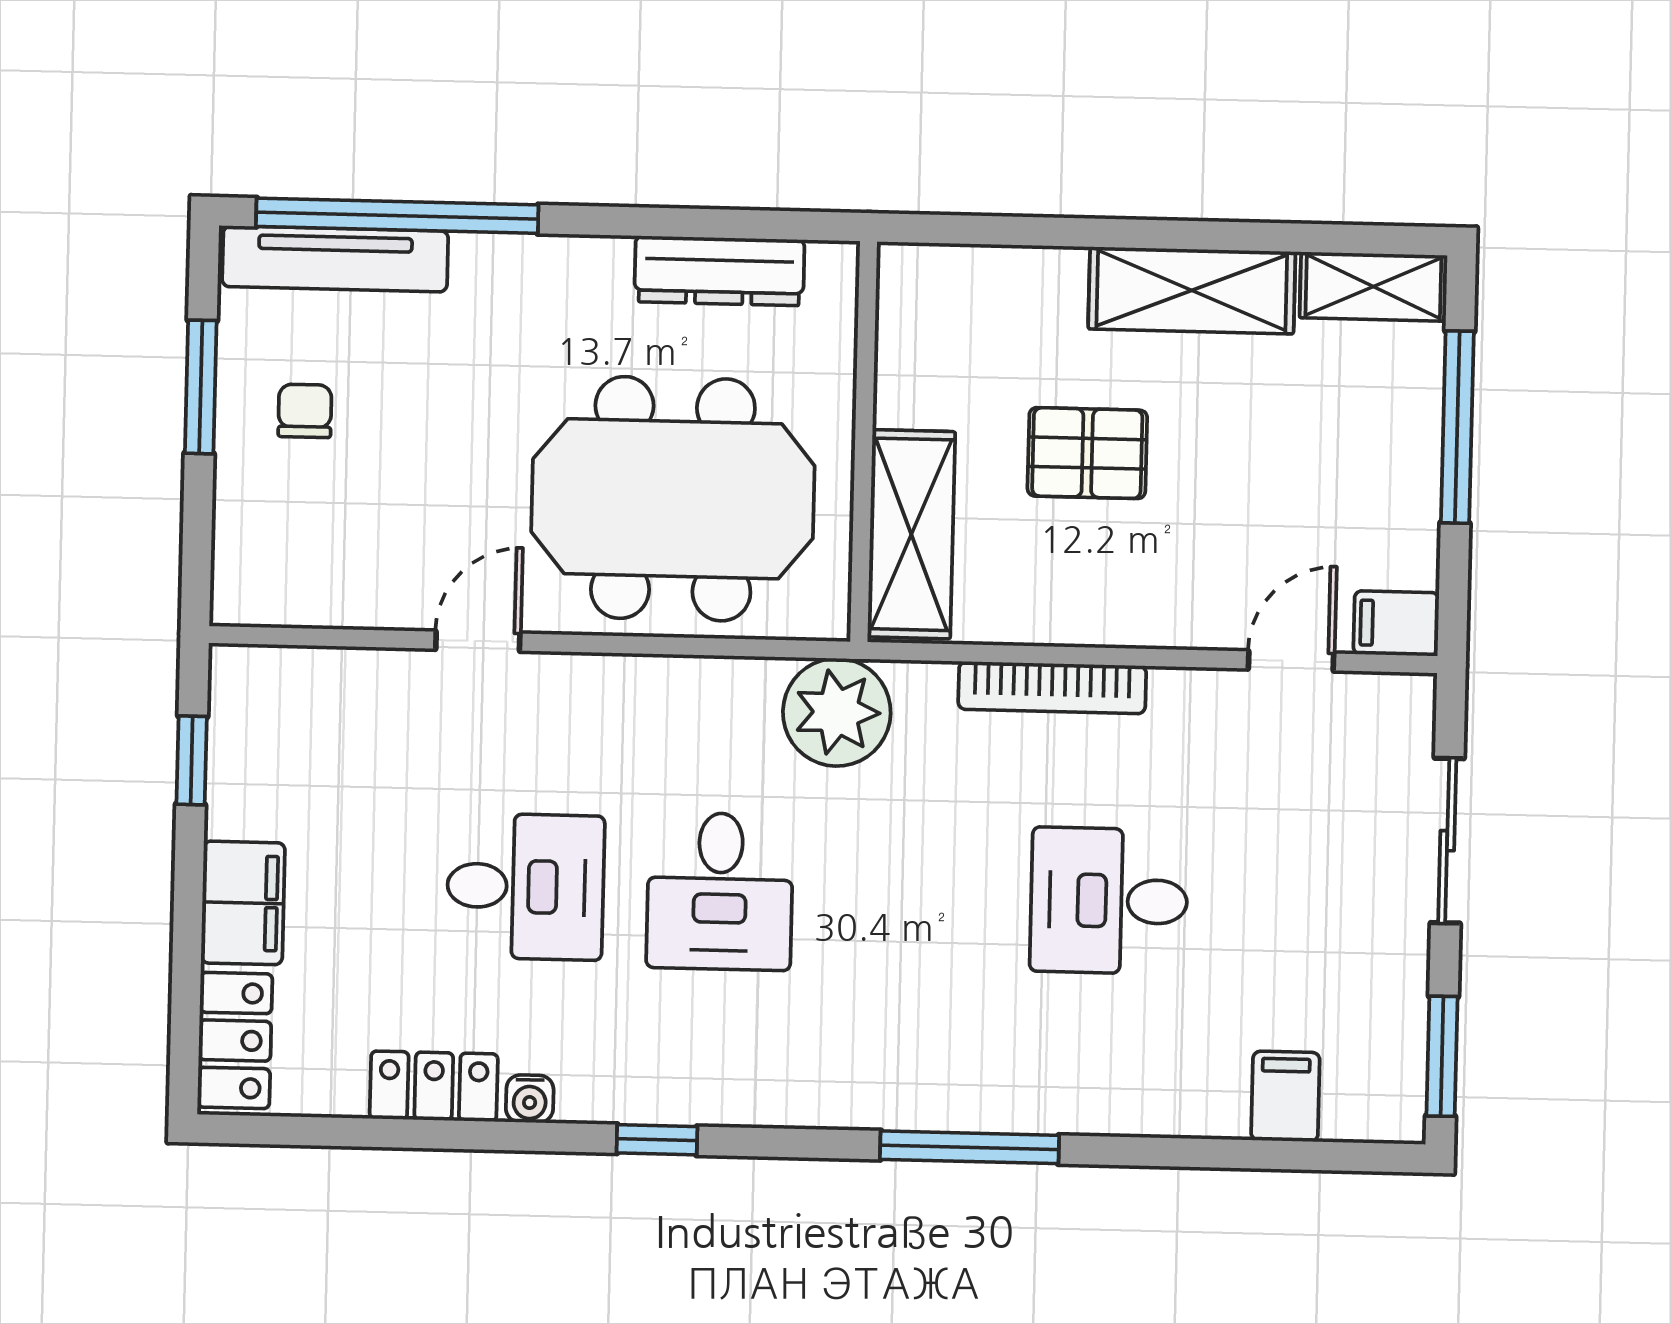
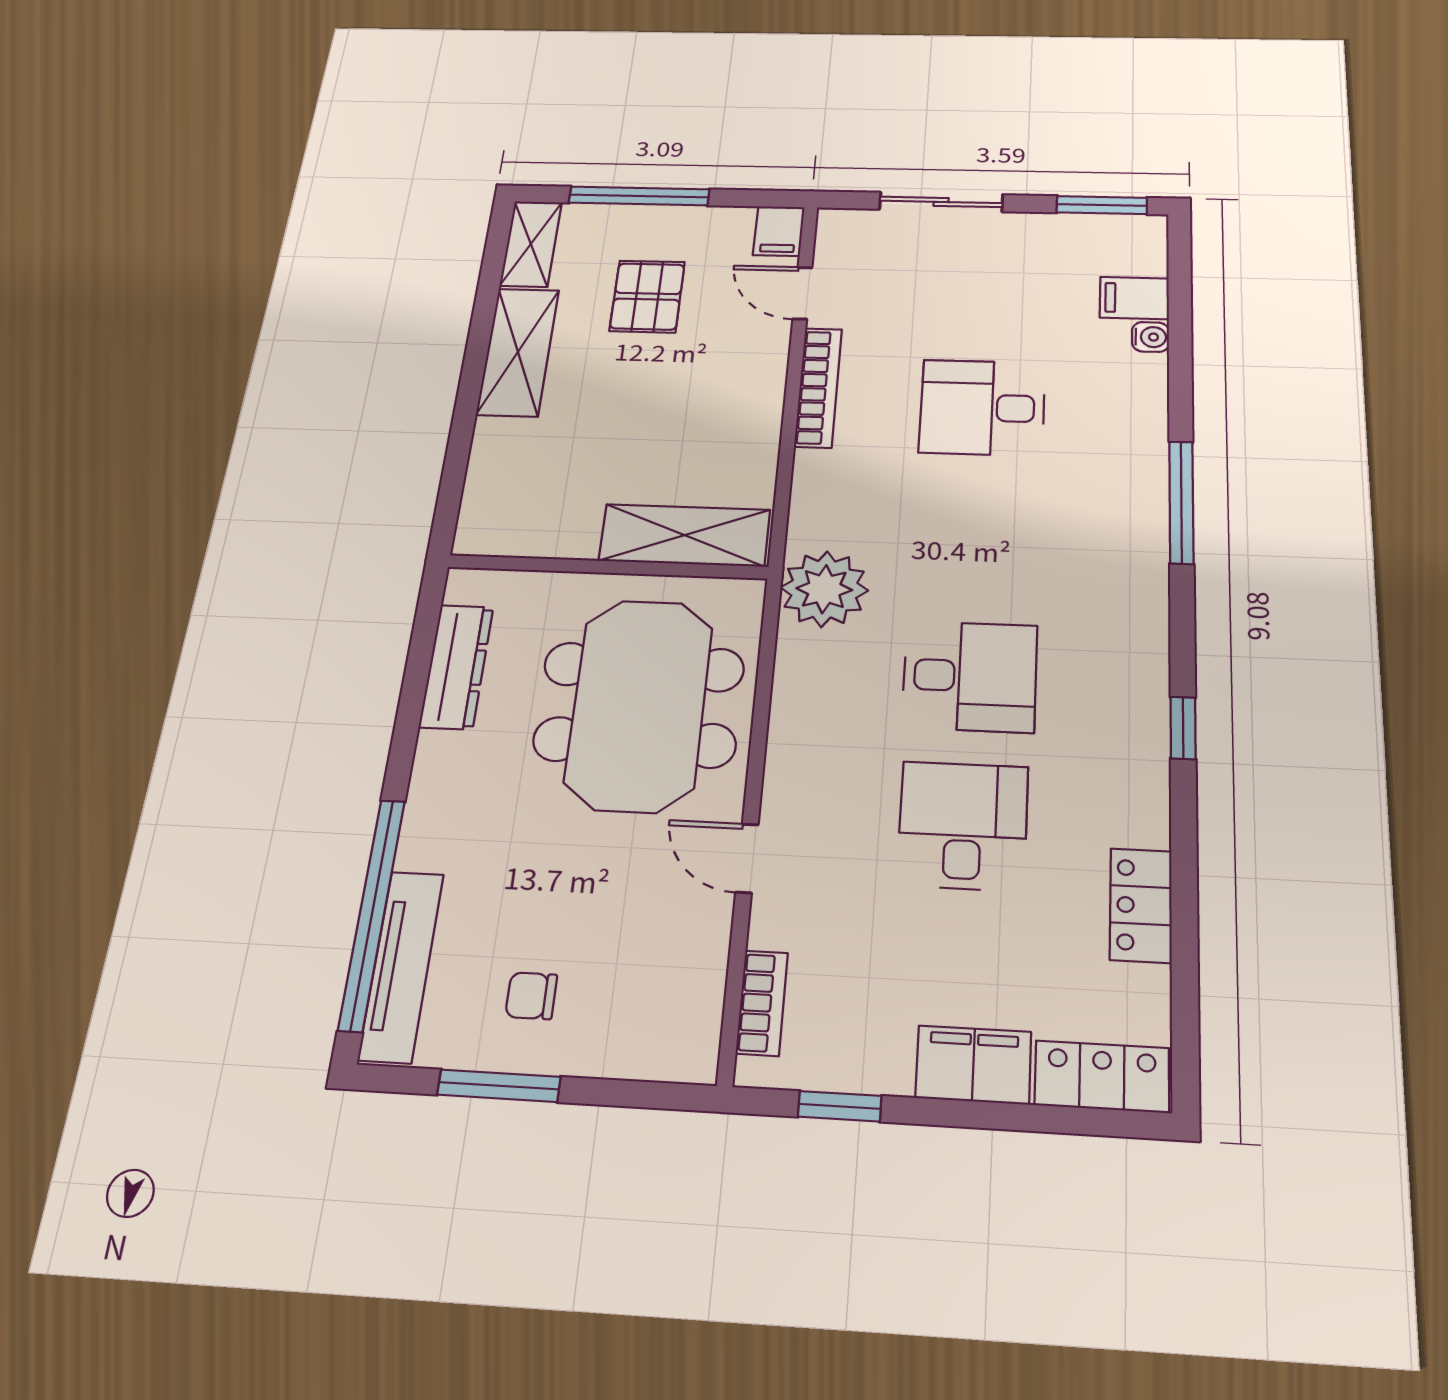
pallet: (1087, 453) -> (647, 296), moved
bookcase: (305, 669) -> (762, 1003), added
bookcase: (1052, 688) -> (818, 387), moved
desk: (1109, 901) -> (982, 408), turned 90
water cooler: (530, 1099) -> (1151, 337), moved

